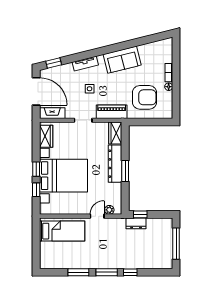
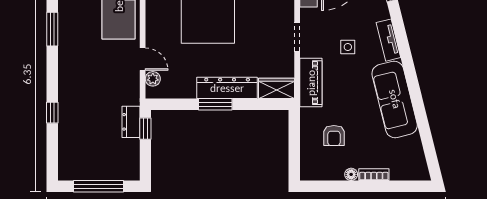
sofa: (122, 60) -> (395, 99), width x1.36
armchair: (145, 97) -> (334, 136), width x0.53, depth x0.53
window: (107, 272) -> (52, 74), removed

